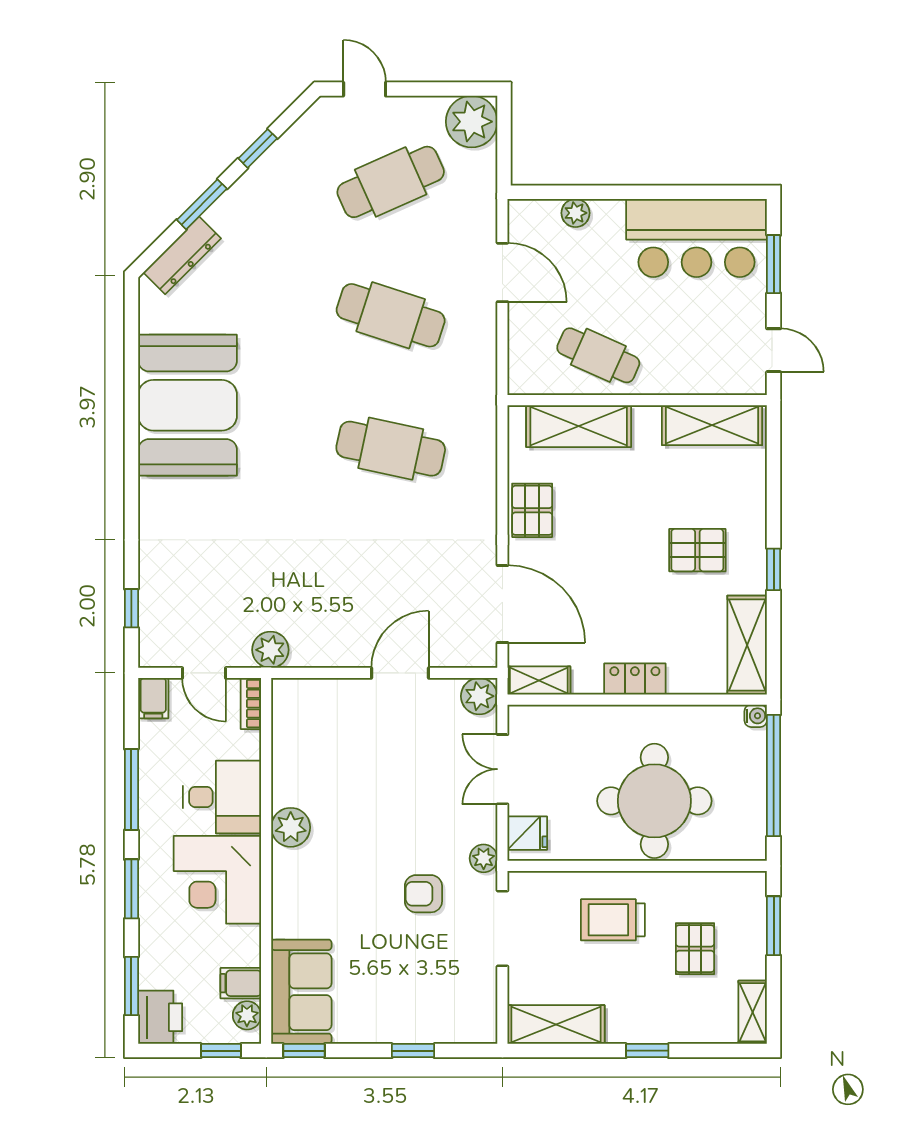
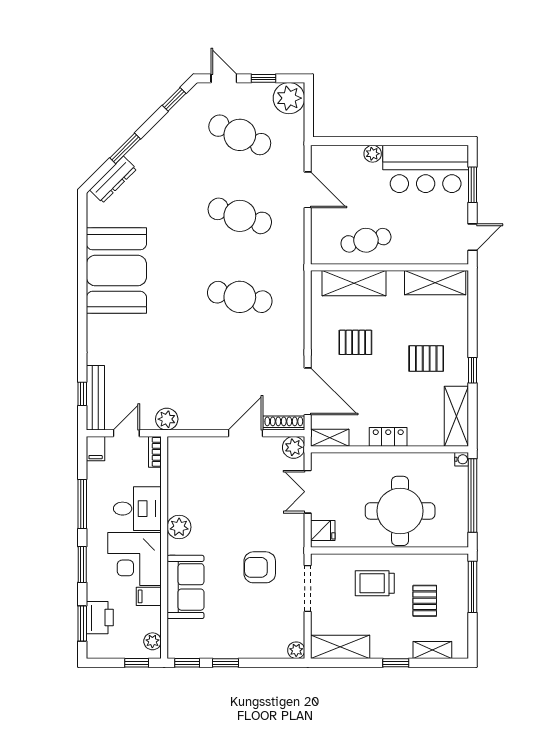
window: (430, 89) -> (263, 78), added
window: (258, 148) -> (174, 99), moved
cafe table: (391, 182) -> (240, 135), turned 48
plant: (576, 213) -> (373, 154), moved
door: (774, 350) -> (472, 237), hinge flipped
cafe table: (598, 355) -> (366, 240), turned -36
pallet: (532, 510) -> (355, 342), moved, turned 90
bench: (153, 615) -> (95, 398), added
shoe rack: (463, 656) -> (284, 423), added
door: (204, 673) -> (126, 433), swing flipped
plant: (484, 858) -> (296, 650), moved
armchair: (423, 894) -> (260, 567), width x1.38, depth x1.38
window: (774, 926) -> (472, 587), width x1.44
filing cabinet: (241, 983) -> (149, 596), moved
sofa: (301, 992) -> (186, 587), moved
shelving: (753, 1012) -> (432, 650), moved, turned 90
printer: (160, 1017) -> (100, 618), moved
window: (413, 1051) -> (225, 663), moved

